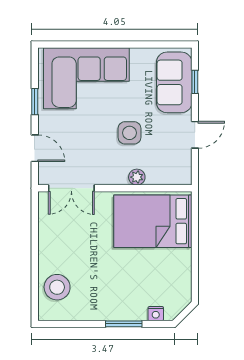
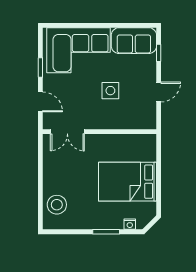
sofa: (174, 82) -> (134, 41), moved, turned -90
plant: (137, 177) -> (116, 123), removed
bed: (153, 221) -> (128, 182), moved

